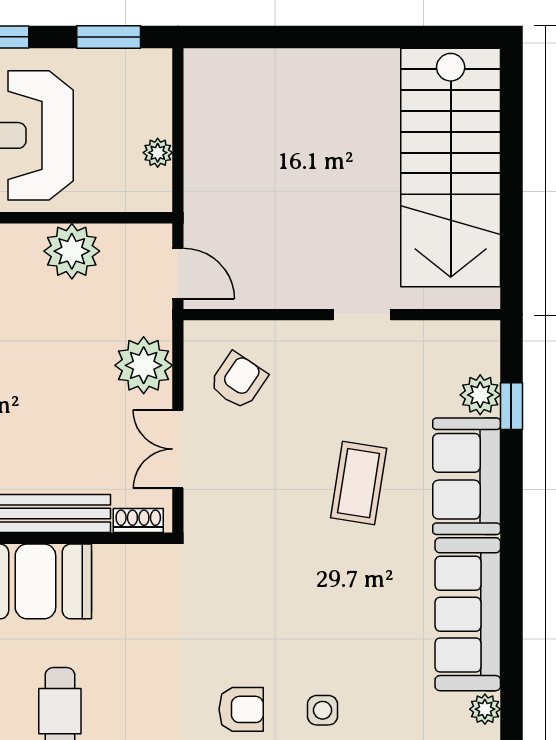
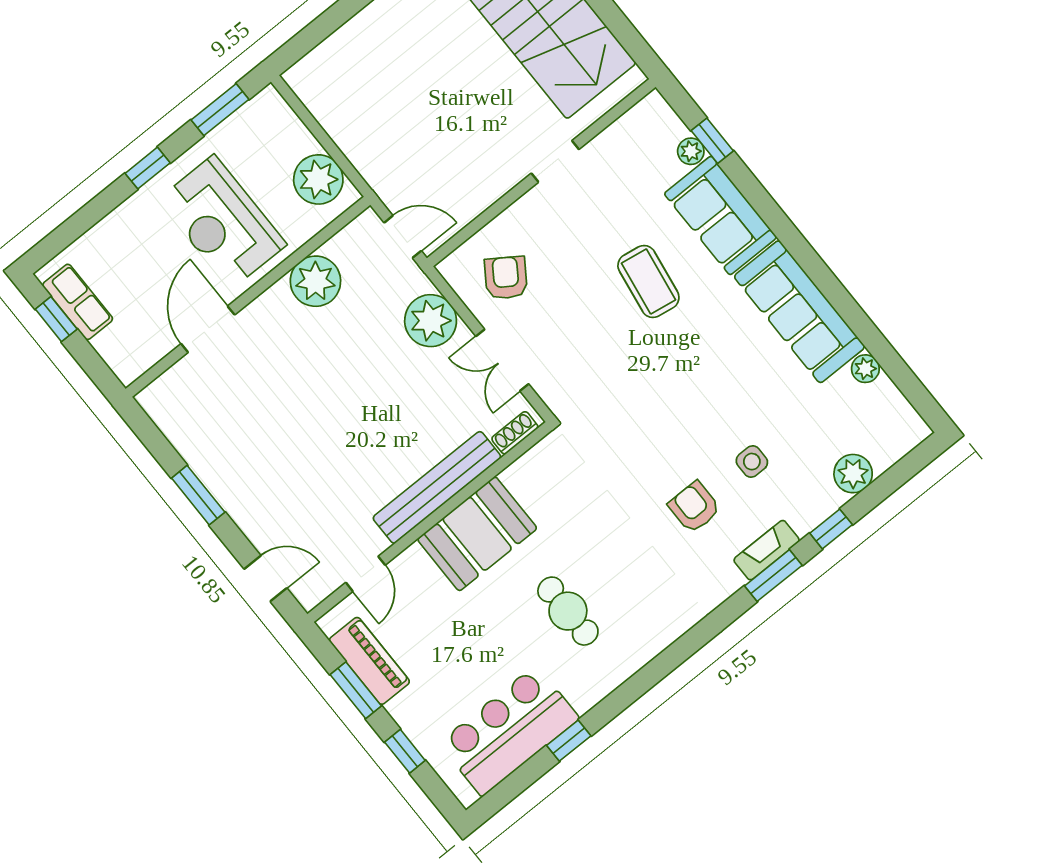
plant: (158, 153) -> (318, 179), width x1.88, depth x1.88
plant: (480, 395) -> (691, 151), width x0.73, depth x0.73
armchair: (241, 709) -> (694, 507), turned -90

